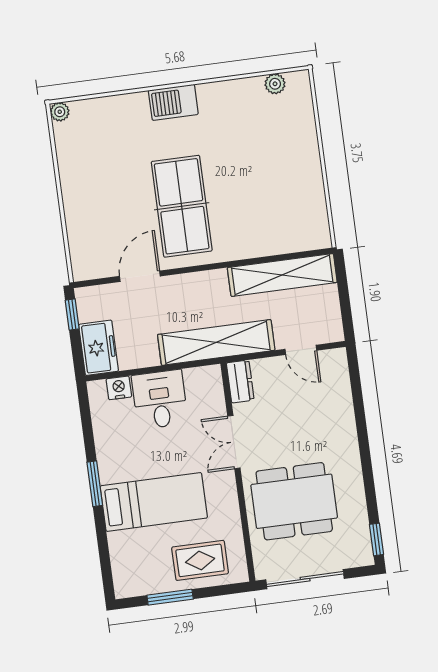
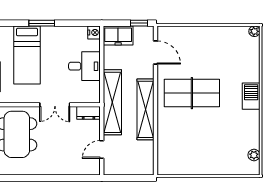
shelving: (282, 275) -> (145, 109), moved
door: (140, 276) -> (155, 53), moved
nightstand: (119, 388) -> (94, 32), moved
double door: (234, 442) -> (55, 105), swing flipped

